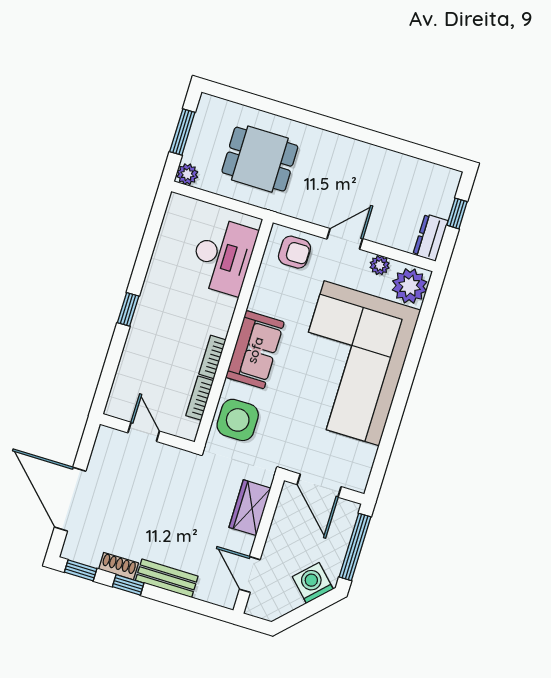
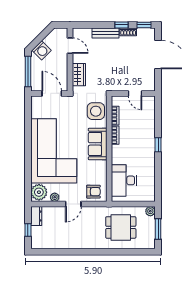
armchair: (294, 252) -> (93, 192), turned 180

